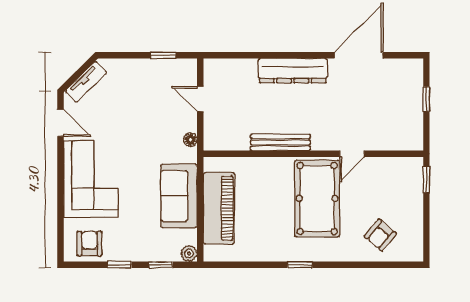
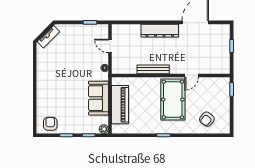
door: (61, 123) -> (35, 59), removed
corner sofa: (91, 179) -> (51, 89), removed

